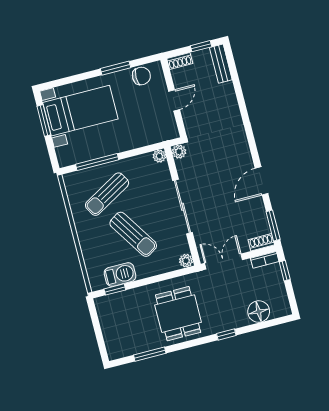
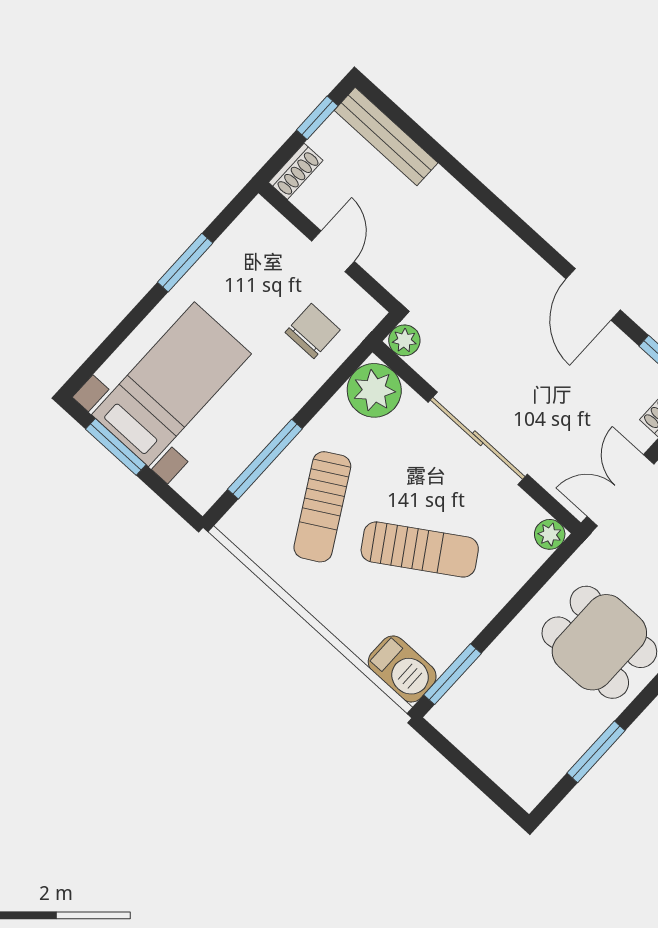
bench: (221, 64) -> (386, 137), width x1.36
chair: (141, 76) -> (313, 331), moved
plant: (159, 156) -> (374, 390), width x1.88, depth x1.88
barbecue: (120, 275) -> (402, 669), moved, turned 90
window: (115, 289) -> (452, 674), width x1.50

